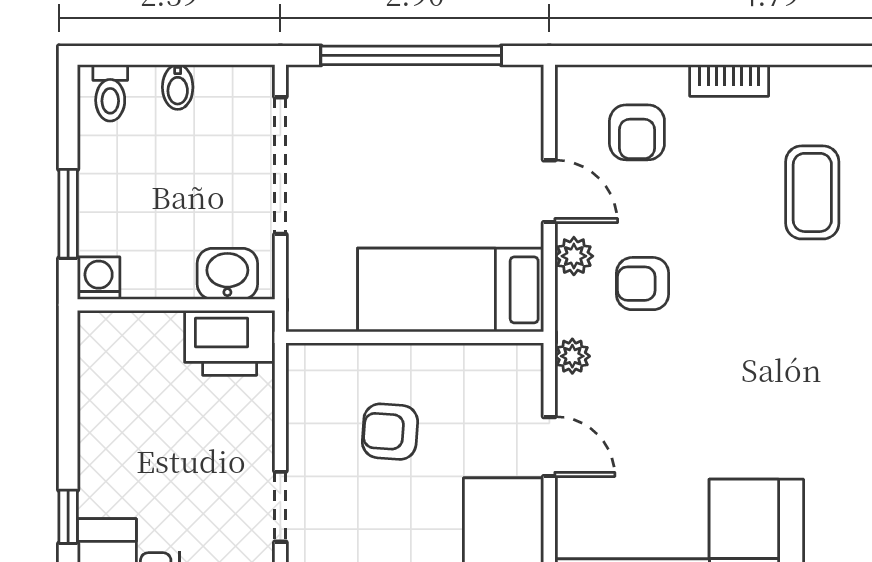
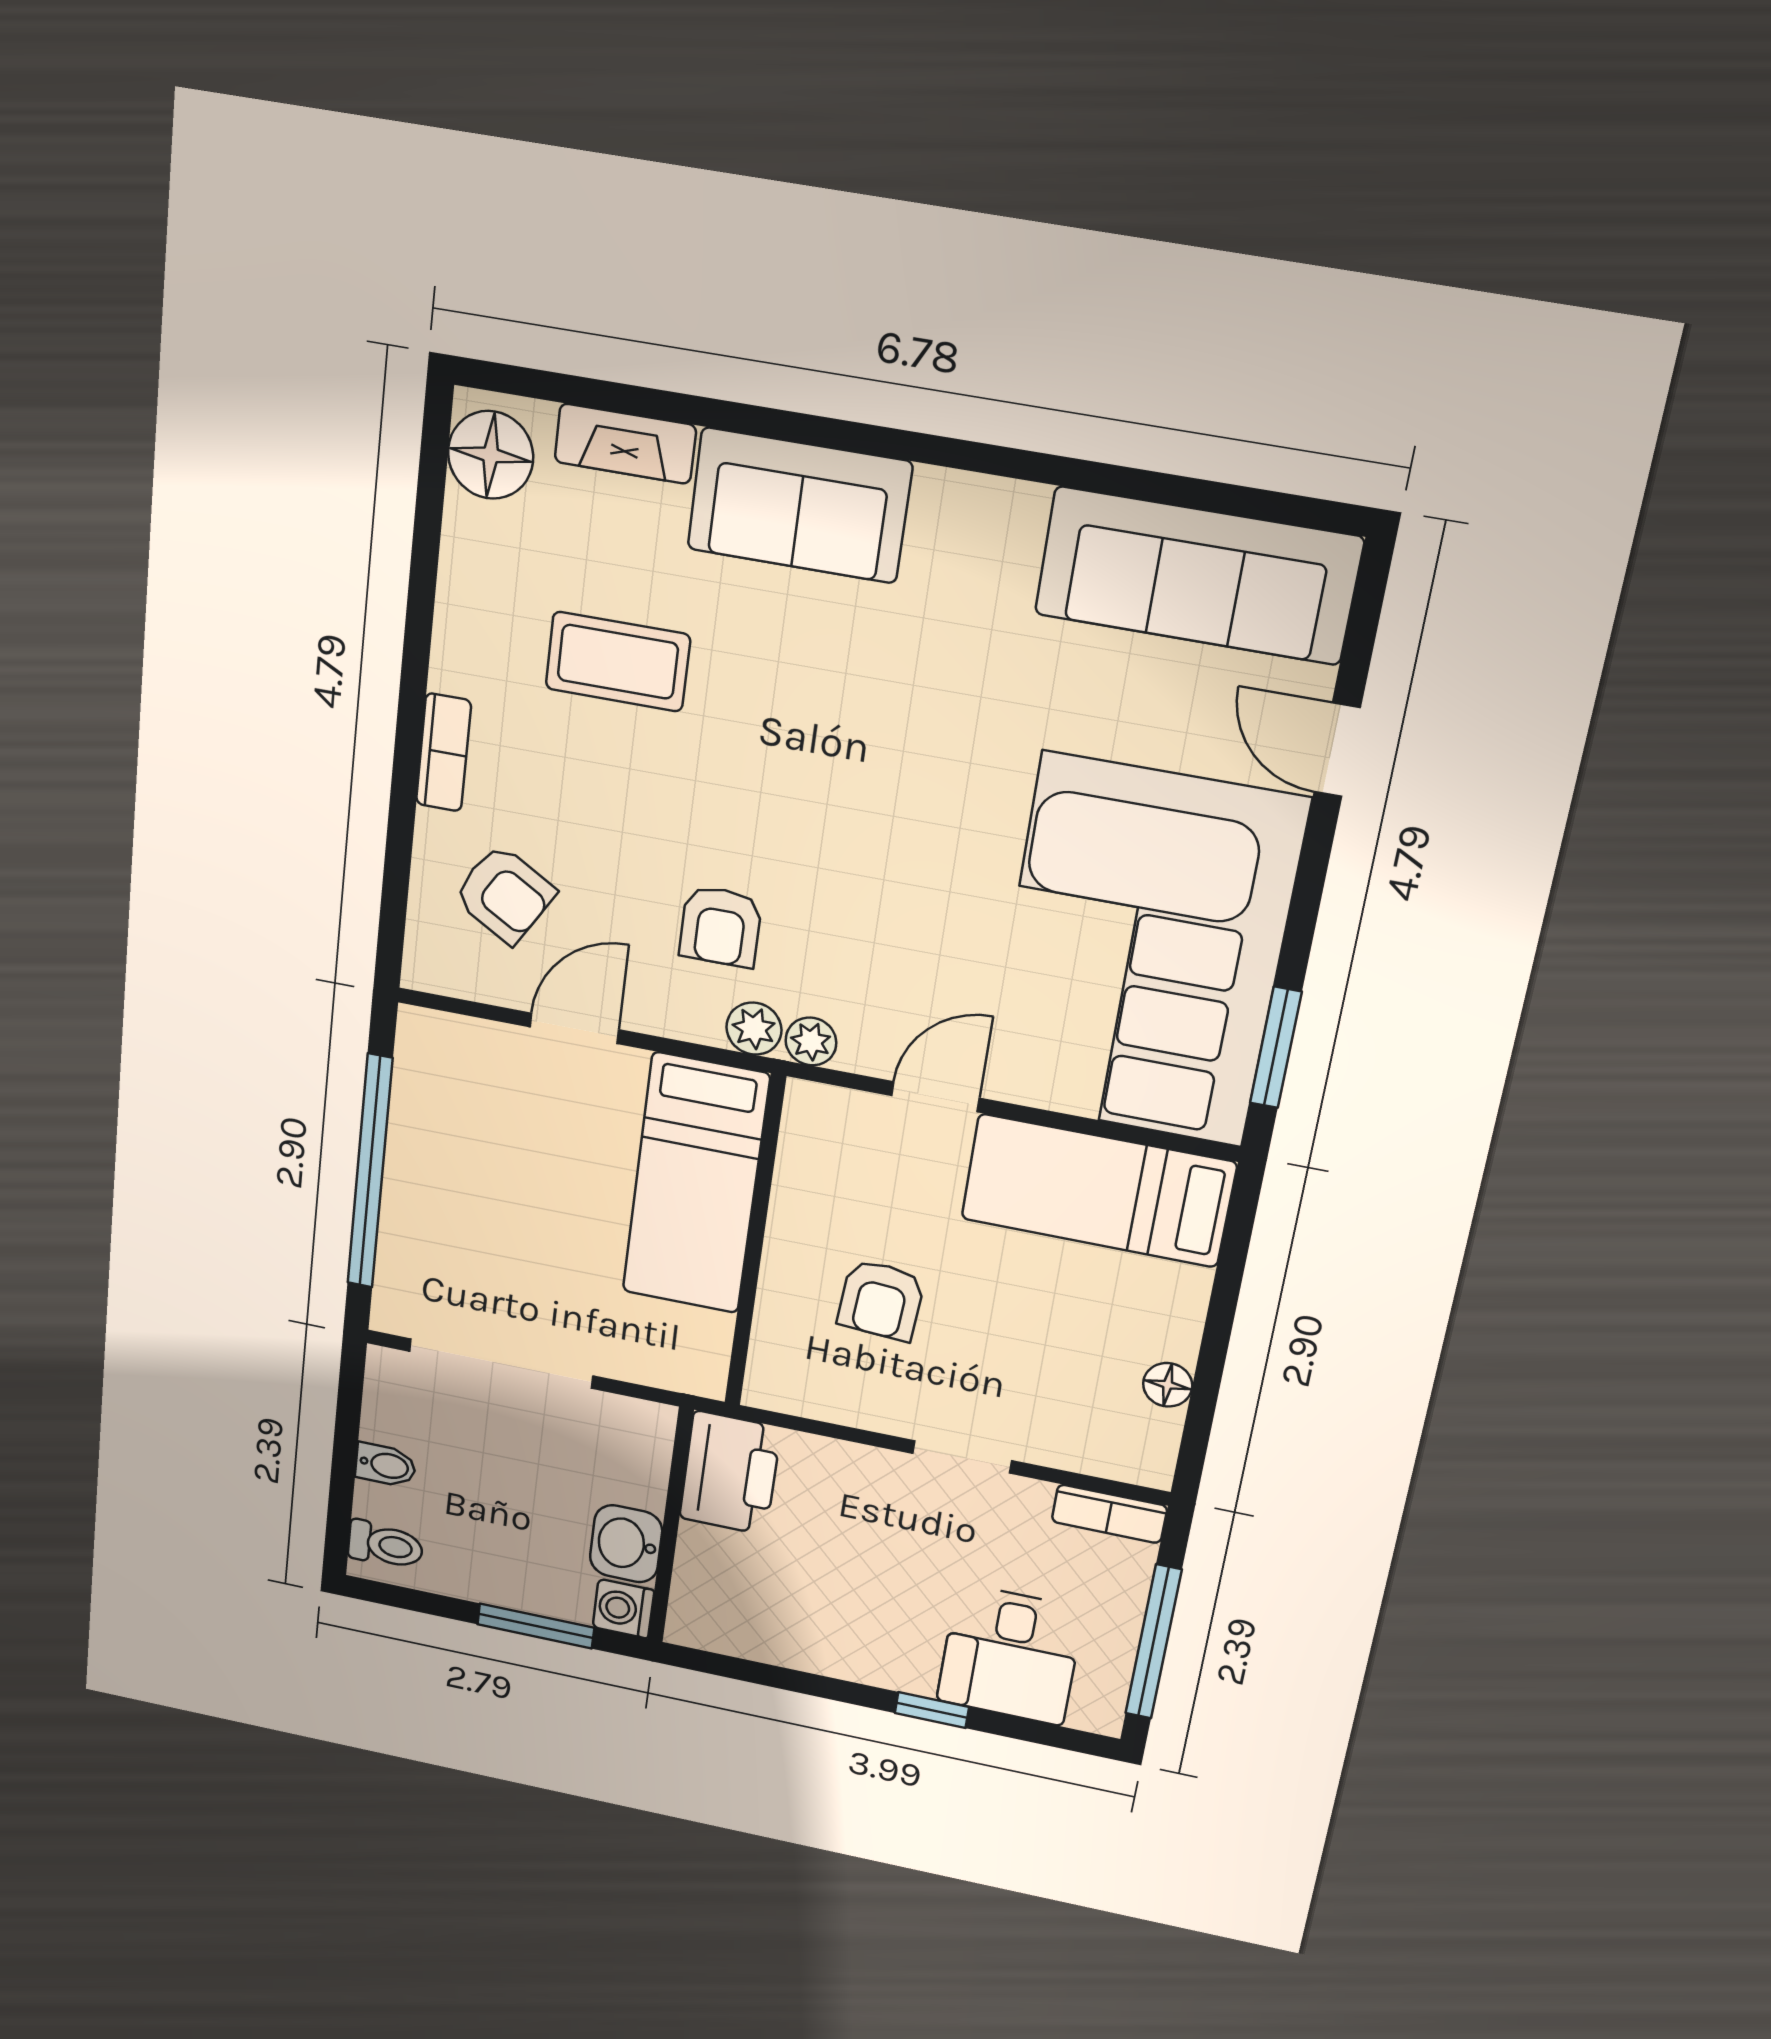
armchair: (637, 132) -> (504, 894), turned 31
plant: (574, 256) -> (754, 1029), moved
washbasin: (227, 274) -> (626, 1544), moved

